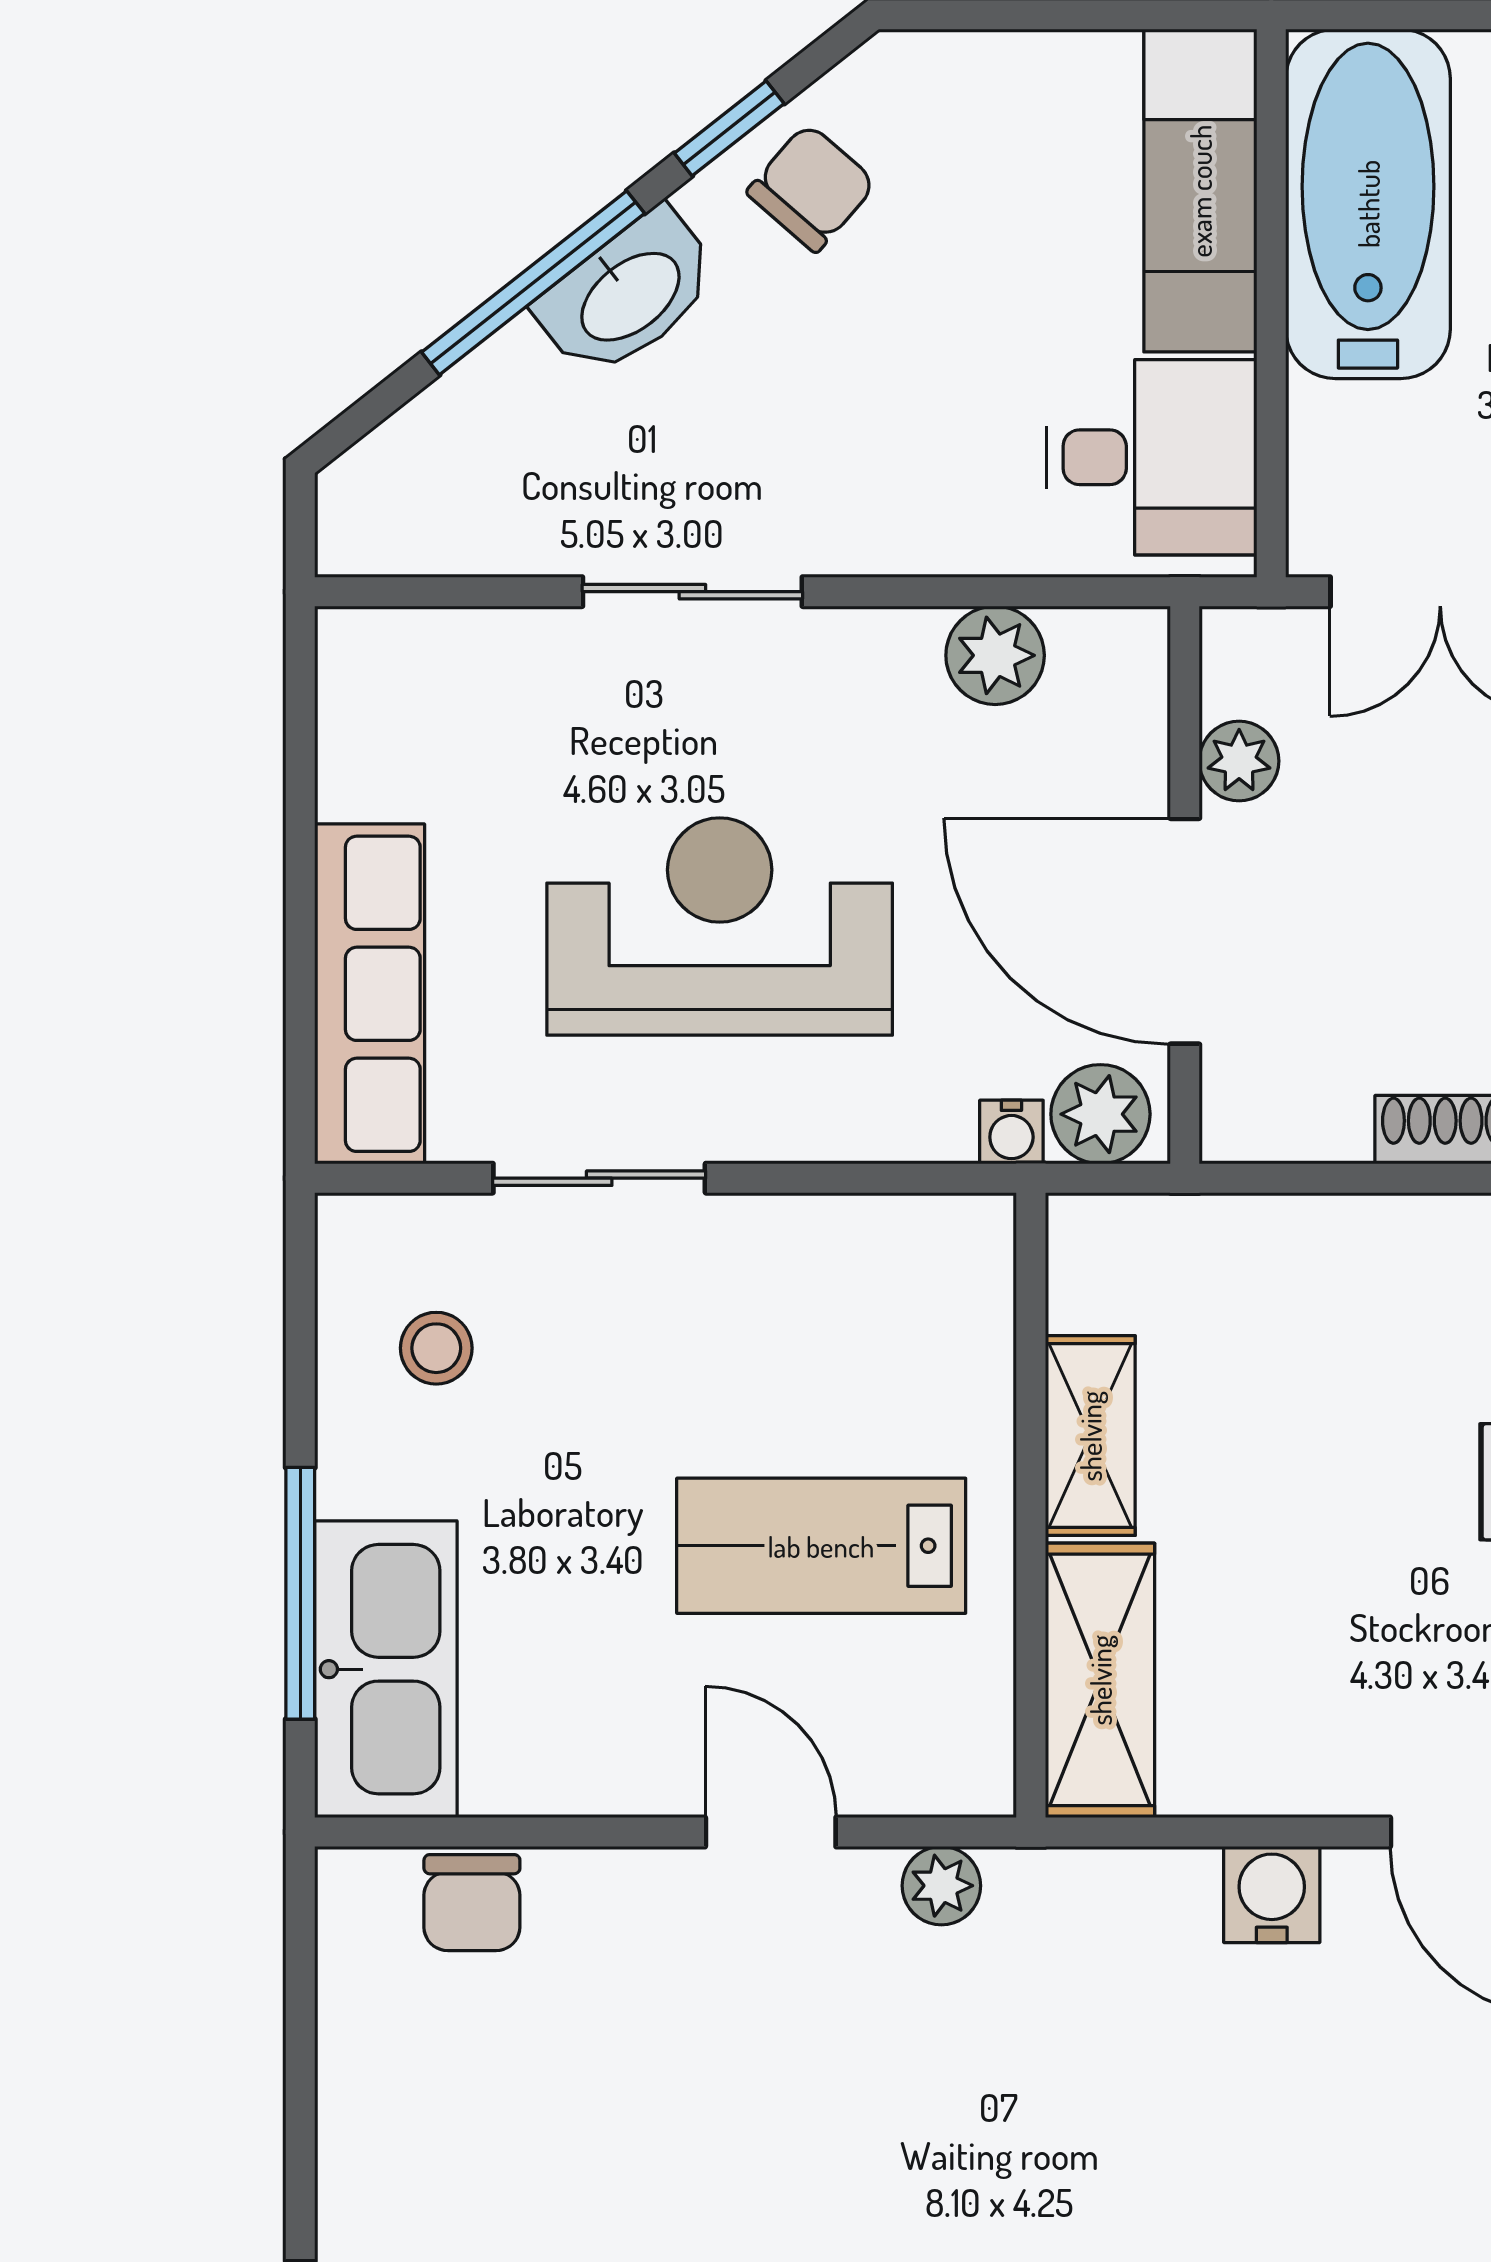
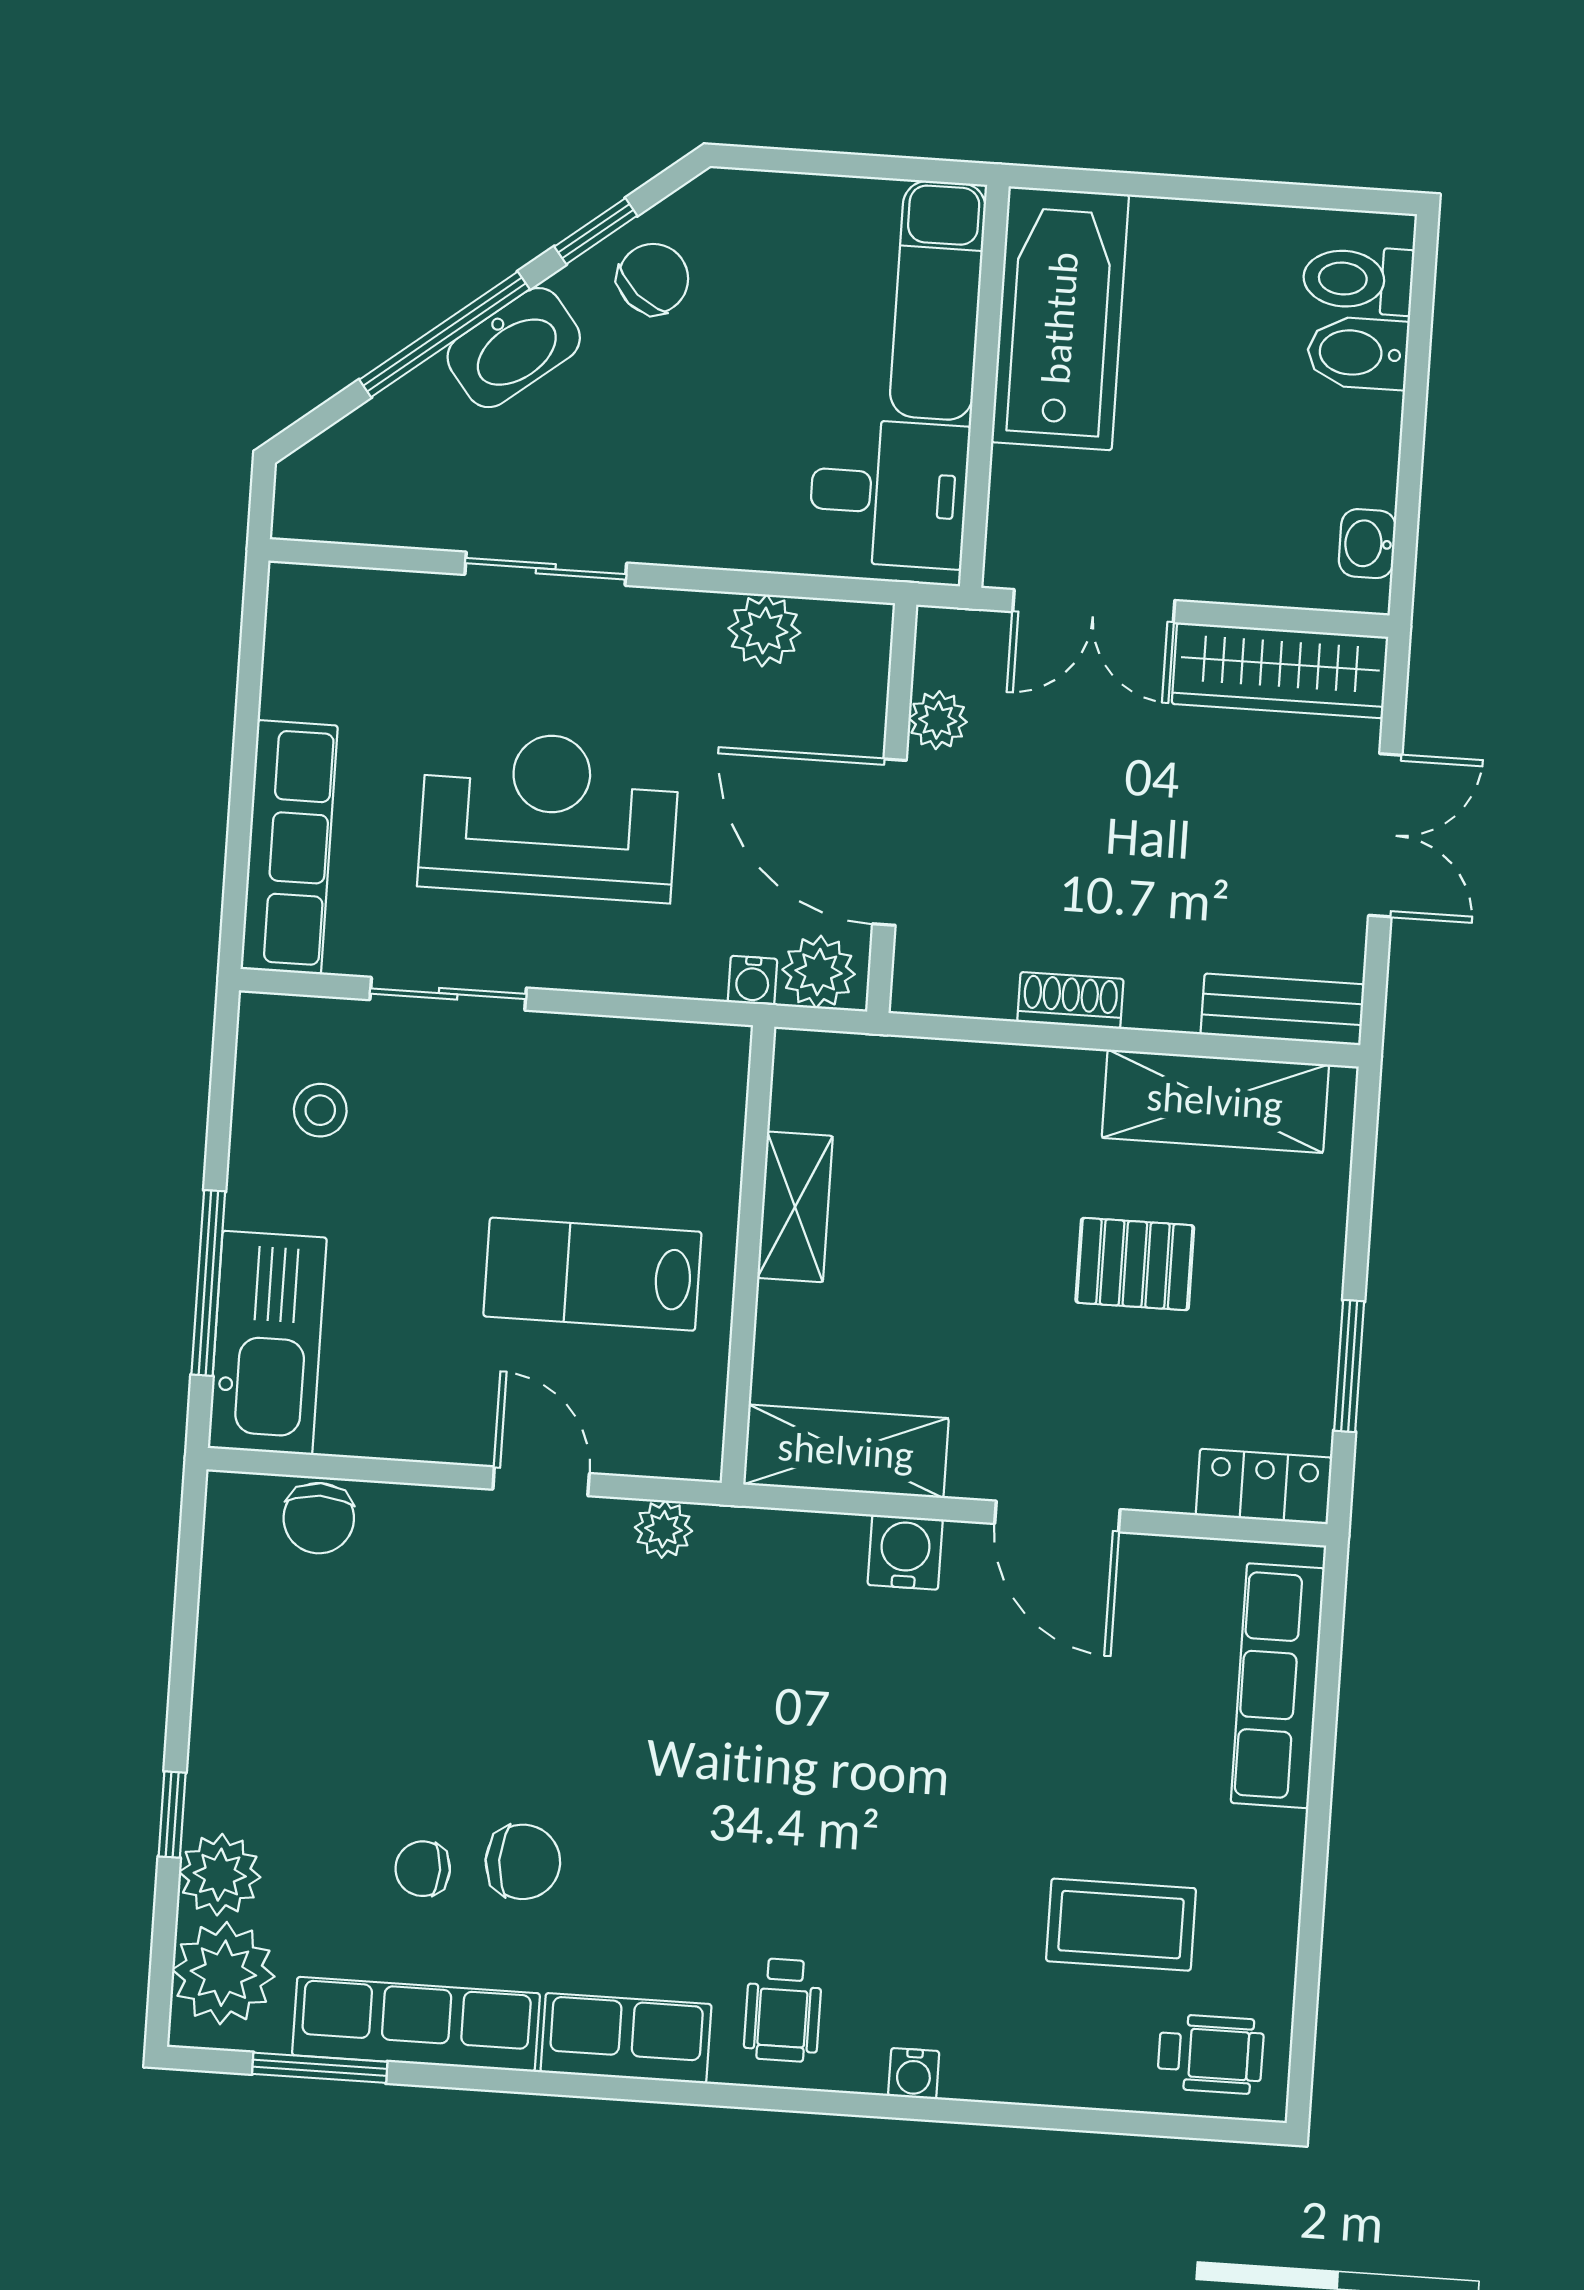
shelving: (1100, 1680) -> (846, 1451), moved, turned 90

